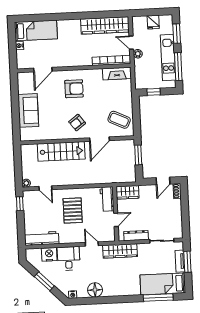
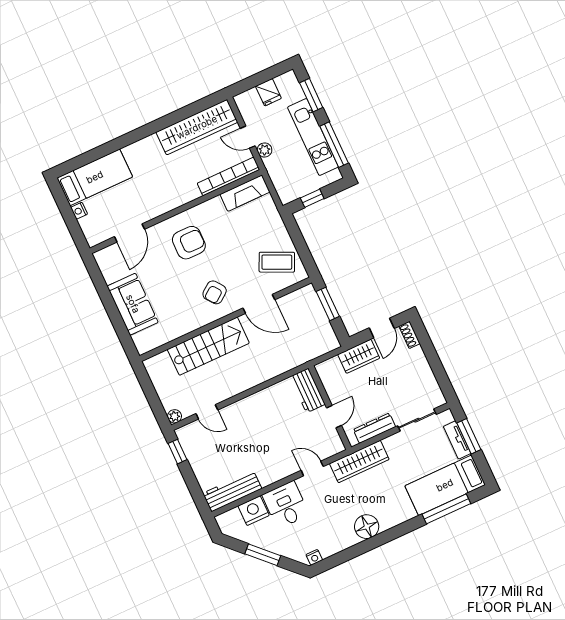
door: (99, 139) -> (259, 304), hinge flipped
wardrobe: (127, 192) -> (359, 356), moved
pallet: (73, 211) -> (262, 429), removed
floor lamp: (95, 290) -> (367, 527), moved

